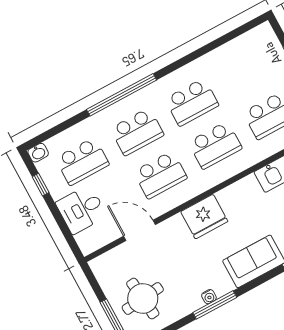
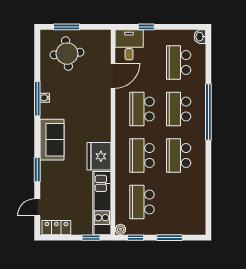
window: (41, 185) -> (146, 27), moved
desk: (81, 209) -> (129, 45), moved
fridge: (204, 217) -> (99, 156), moved

